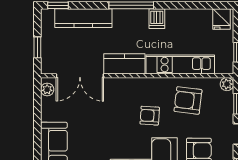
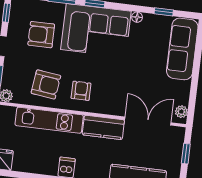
armchair: (150, 116) -> (81, 91), moved, turned -94

